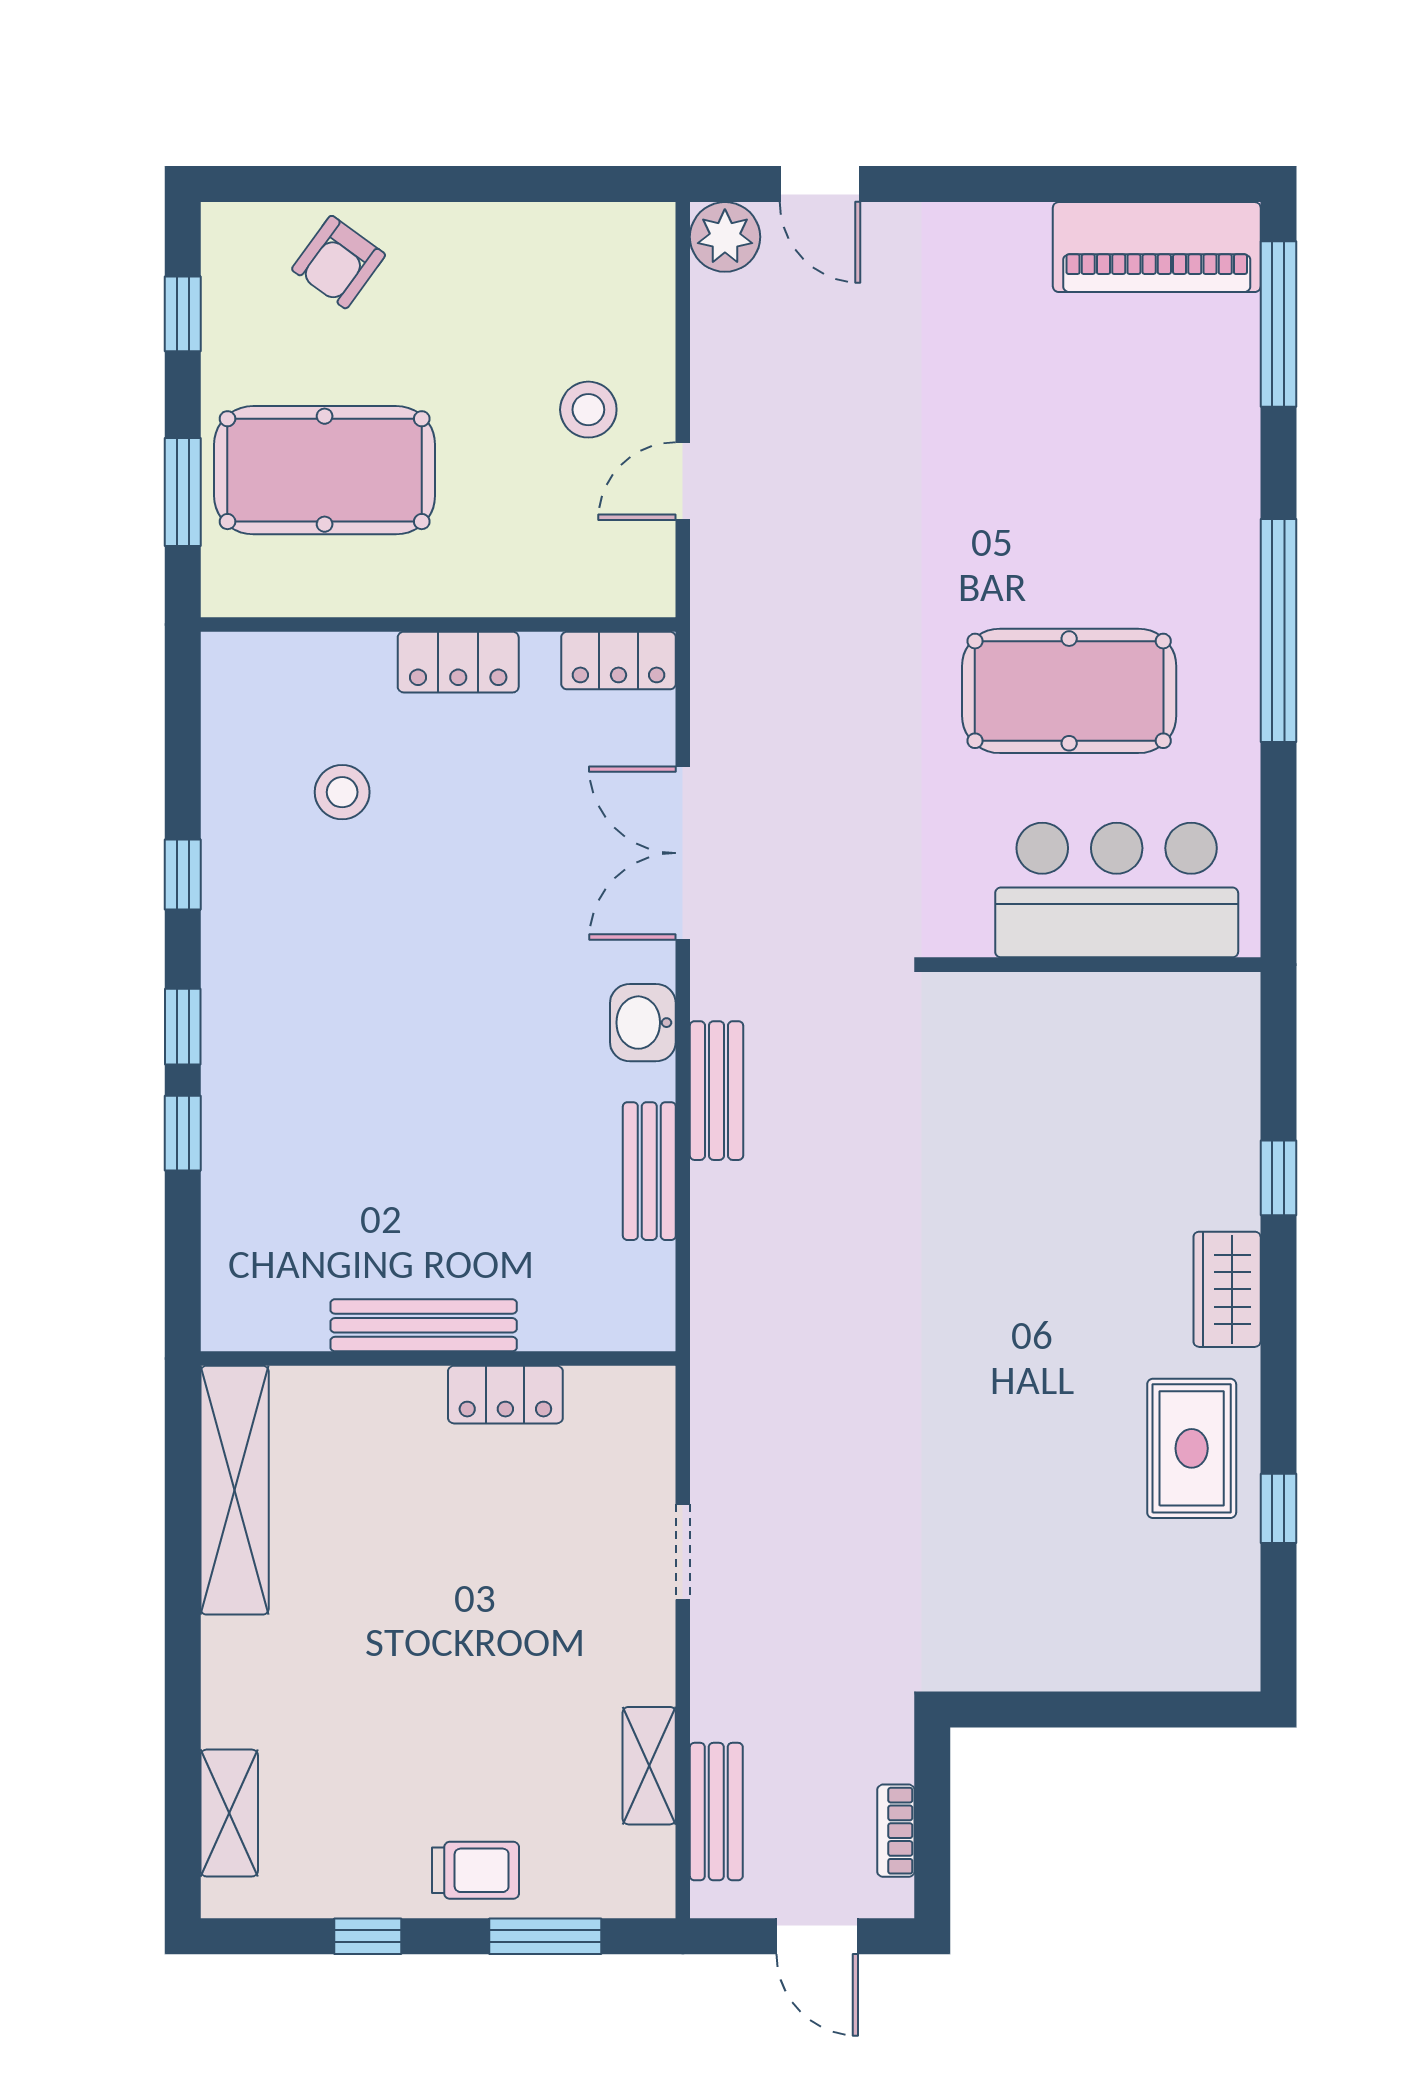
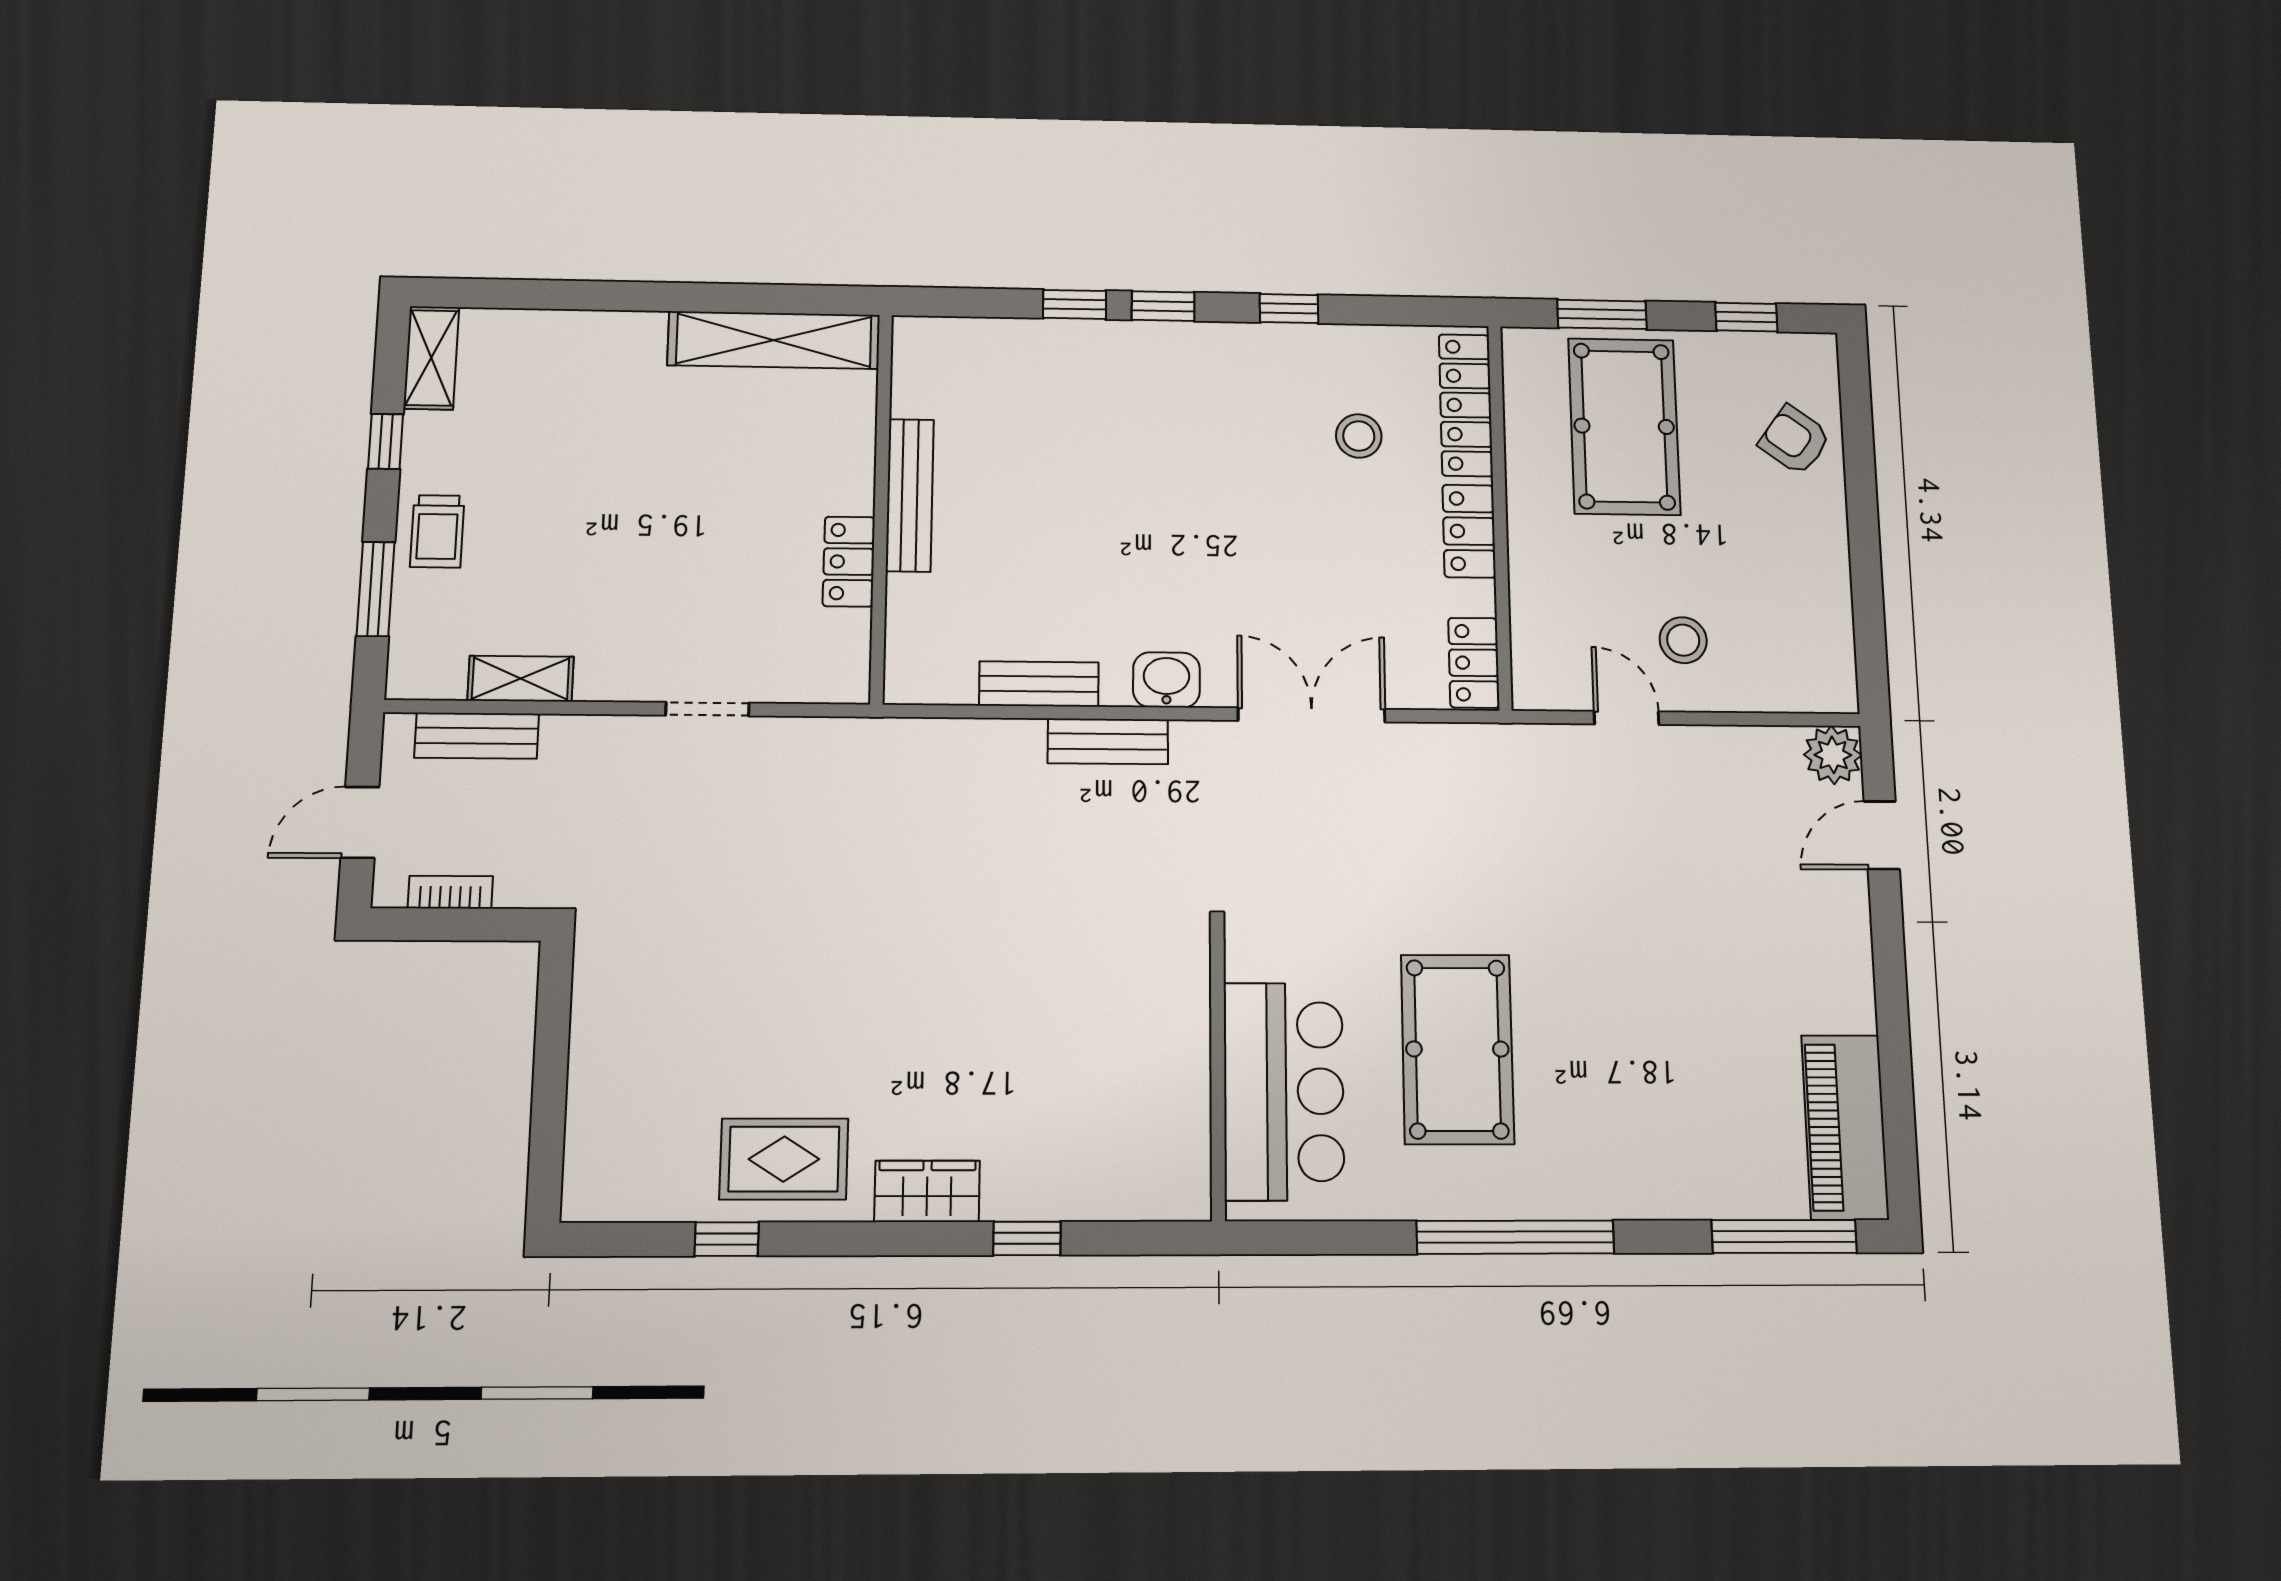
locker: (301, 662) -> (1466, 405), added
shelving: (229, 1813) -> (431, 358), moved, turned 90

